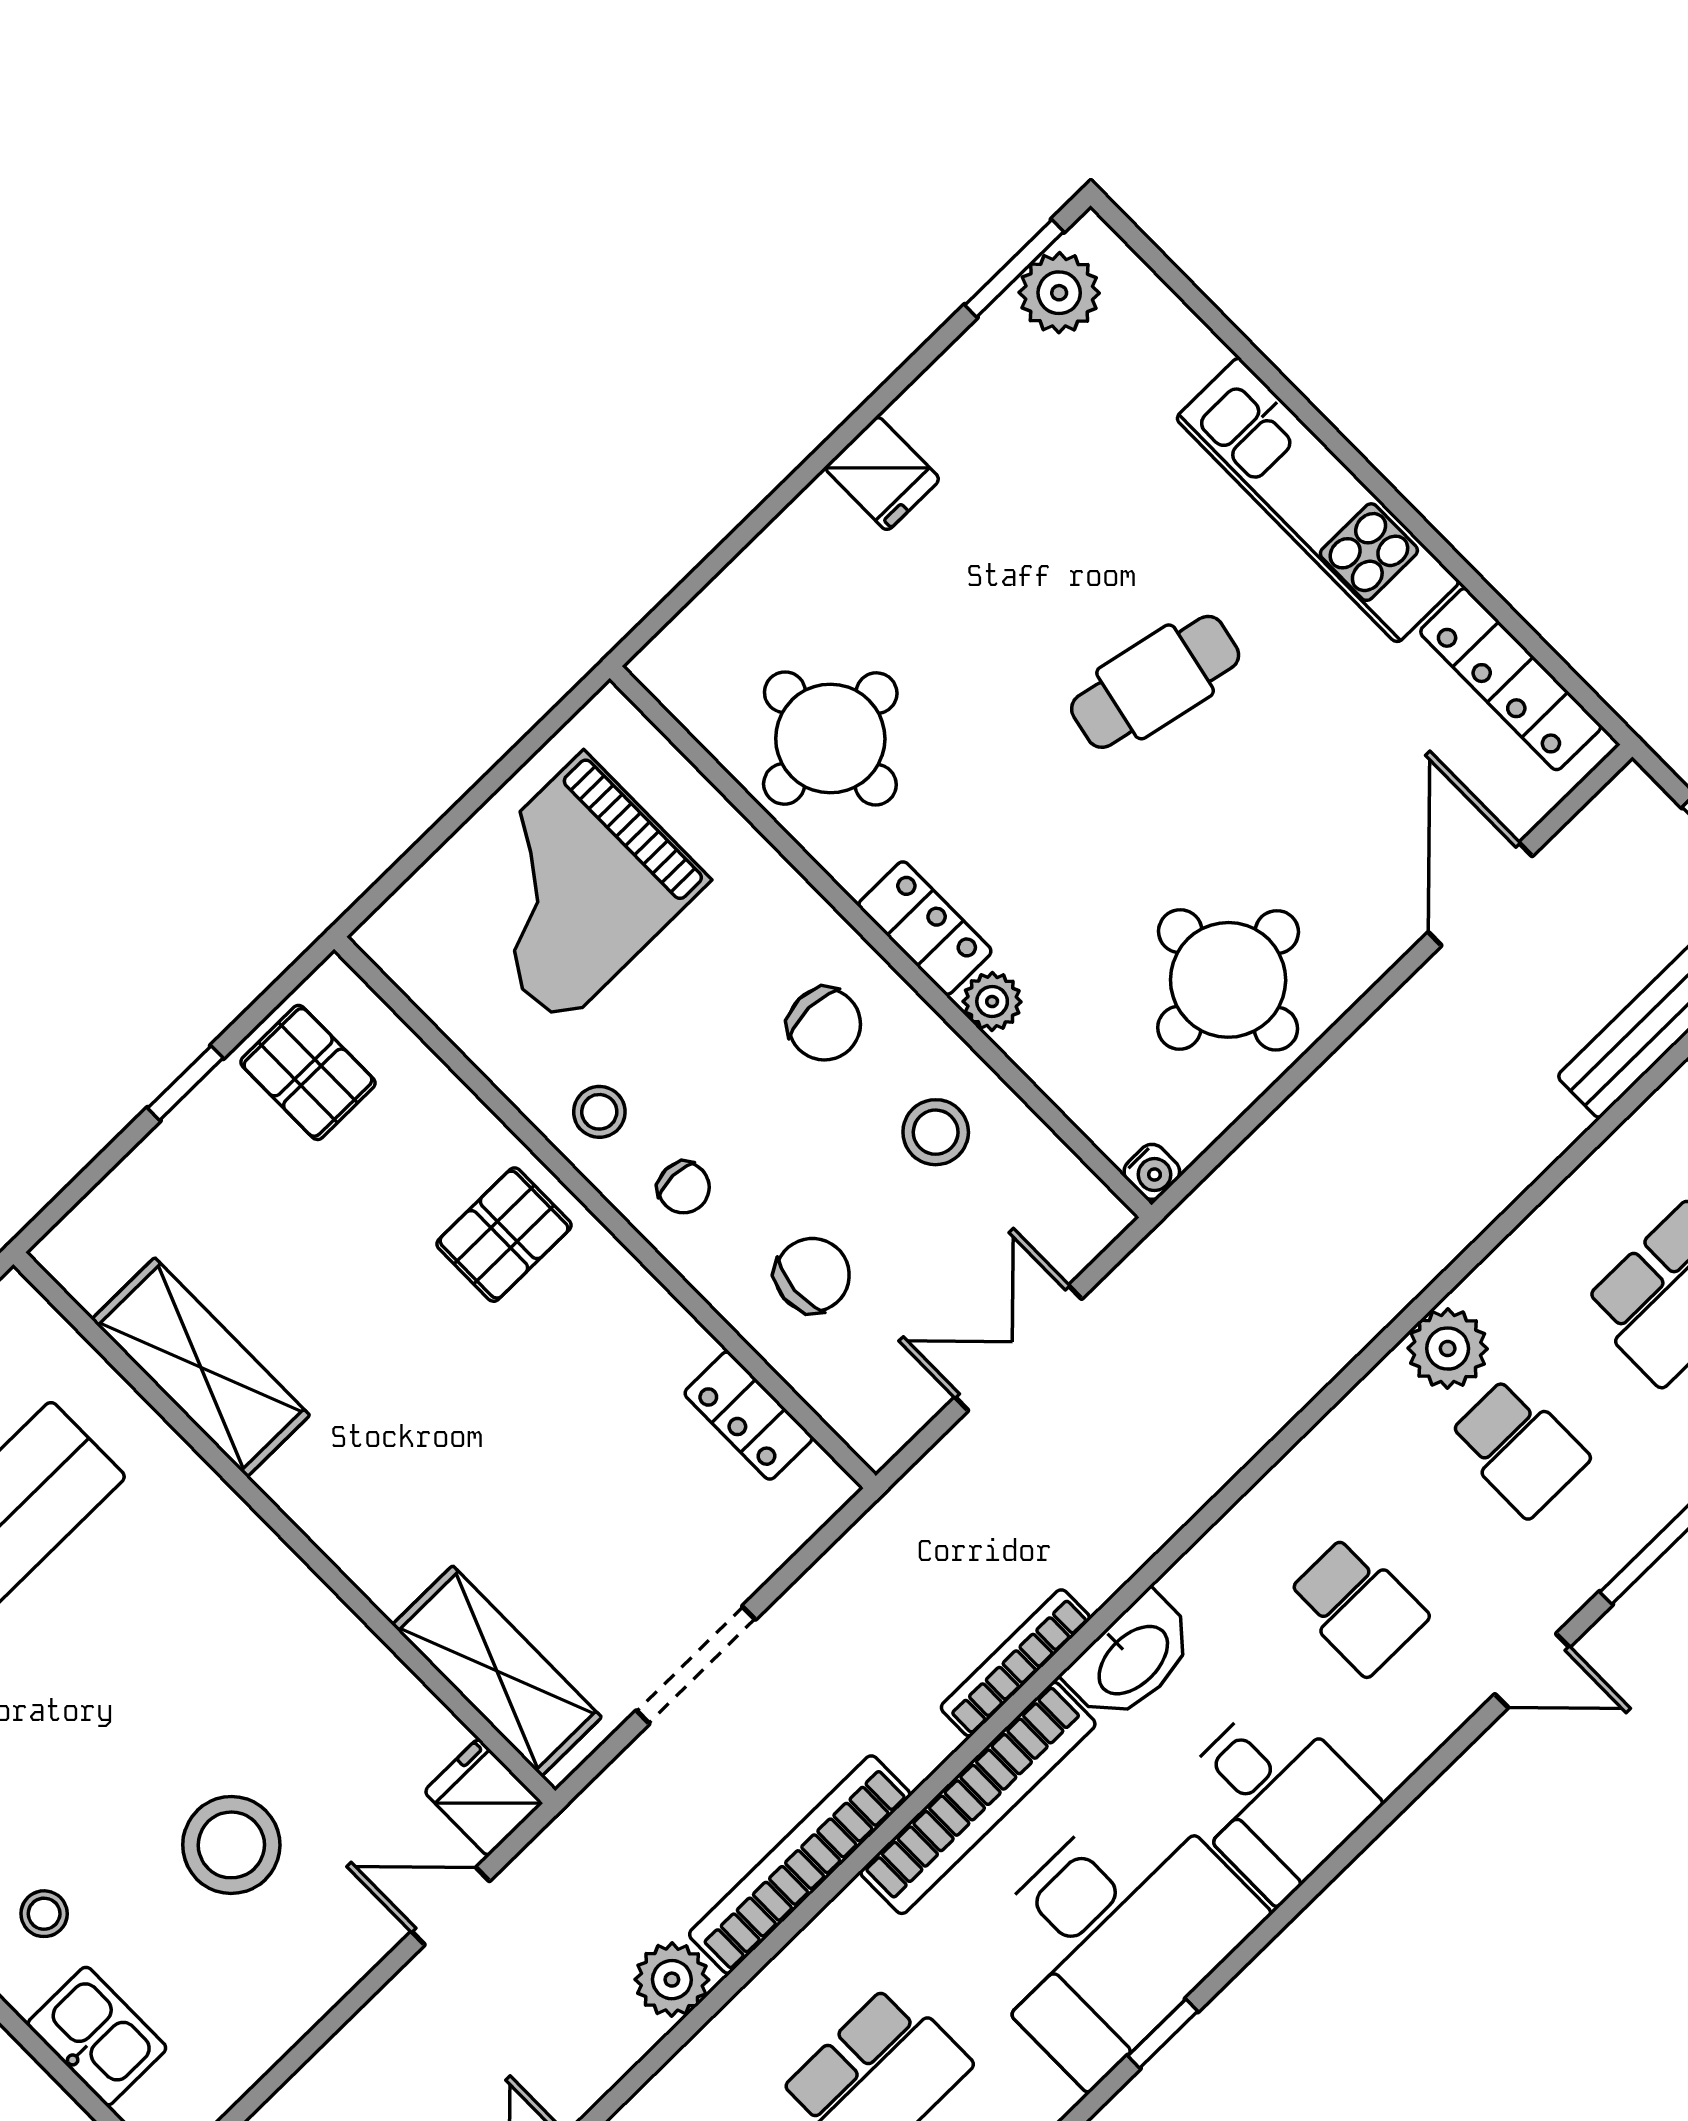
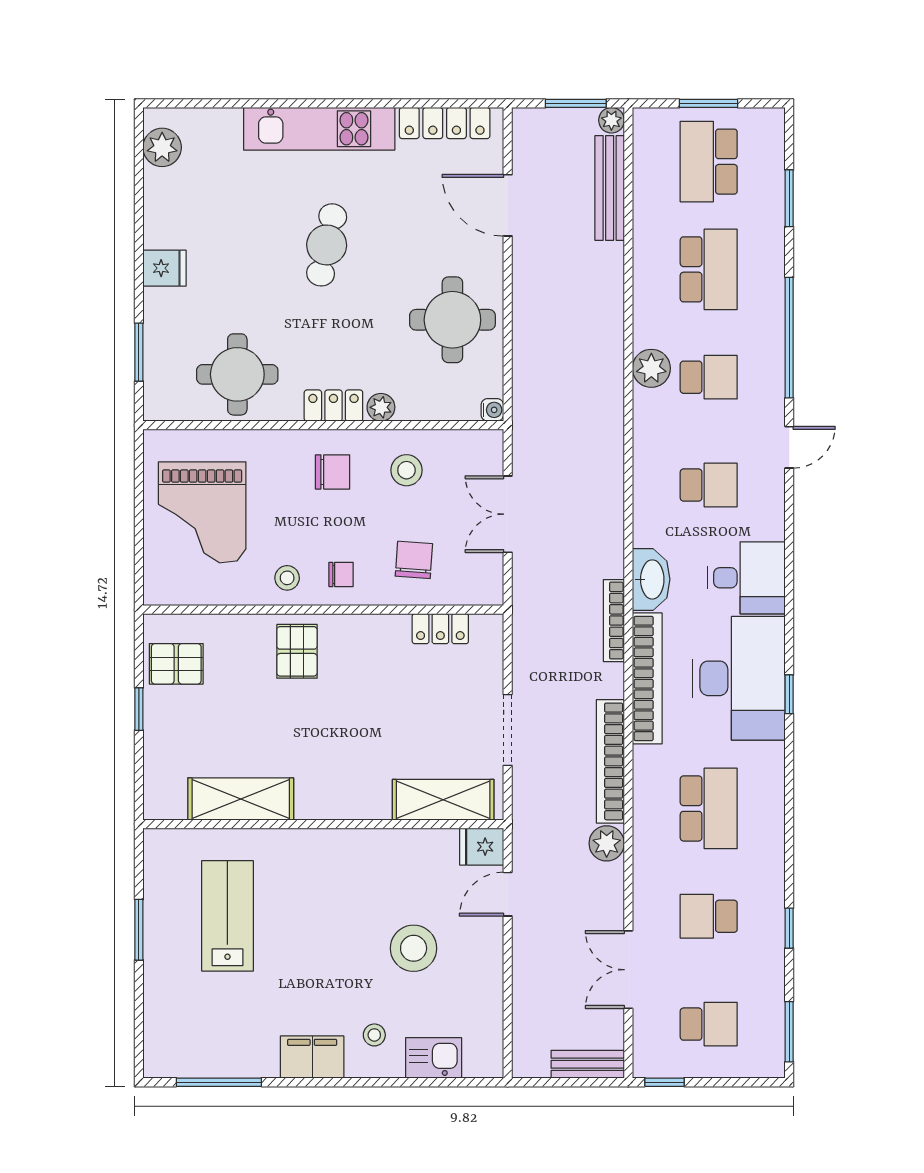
window: (1014, 268) -> (139, 352), moved

